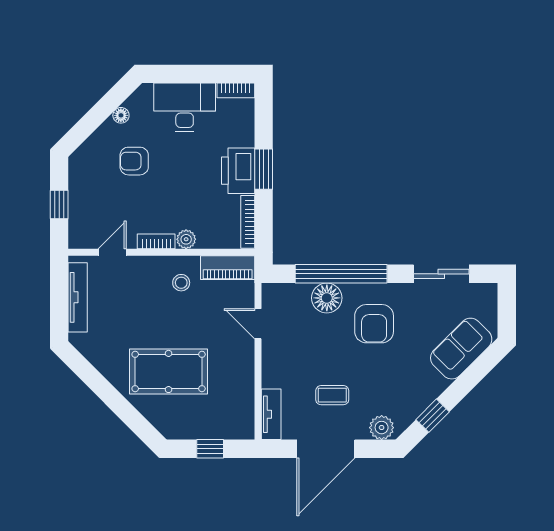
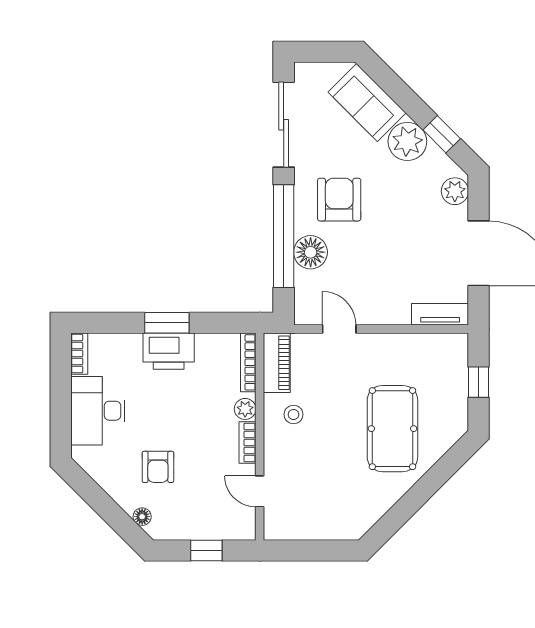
floor lamp: (121, 115) -> (142, 517), moved
bookcase: (248, 222) -> (248, 362), moved, turned 90
sliding door: (441, 274) -> (284, 125), width x1.37
tv unit: (78, 297) -> (310, 530), removed
door: (258, 324) -> (339, 329), swing flipped
armchair: (374, 324) -> (339, 200), turned -90
plant: (426, 385) -> (407, 141), added
coffee table: (332, 395) -> (419, 246), removed

